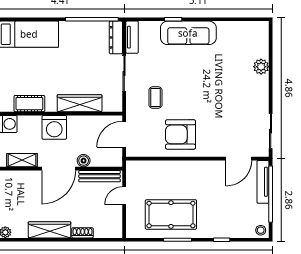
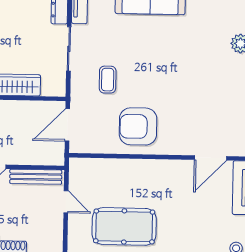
boiler: (84, 161) -> (16, 157), removed
door: (124, 196) -> (66, 202), swing flipped

